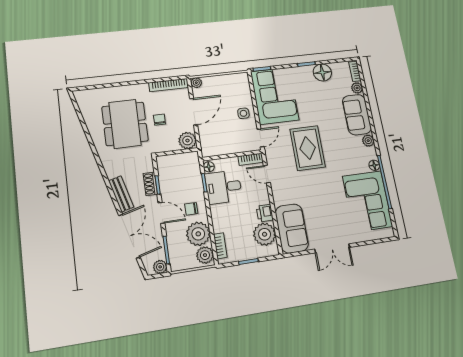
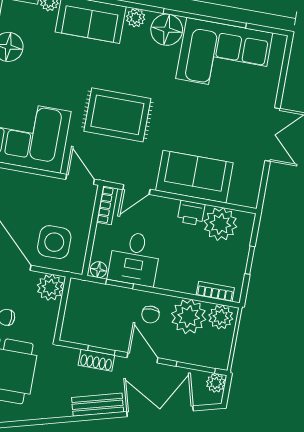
side table: (243, 113) -> (54, 242), moved, width x1.87, depth x1.87
floor lamp: (374, 165) -> (167, 30), width x1.89, depth x1.89
door: (161, 213) -> (143, 358), hinge flipped
sofa: (292, 228) -> (194, 177), moved

